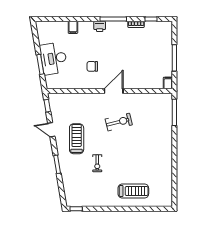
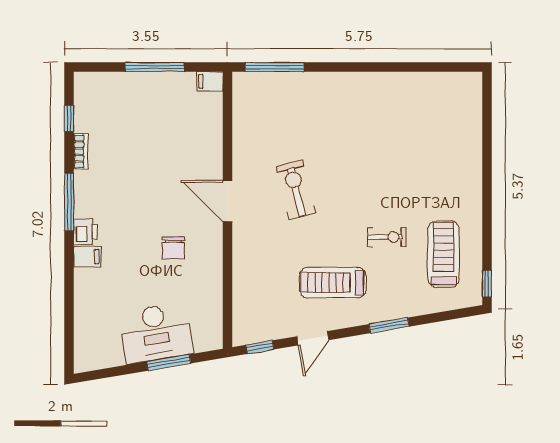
filing cabinet: (73, 27) -> (87, 257), moved
treadmill: (133, 191) -> (444, 254), moved

